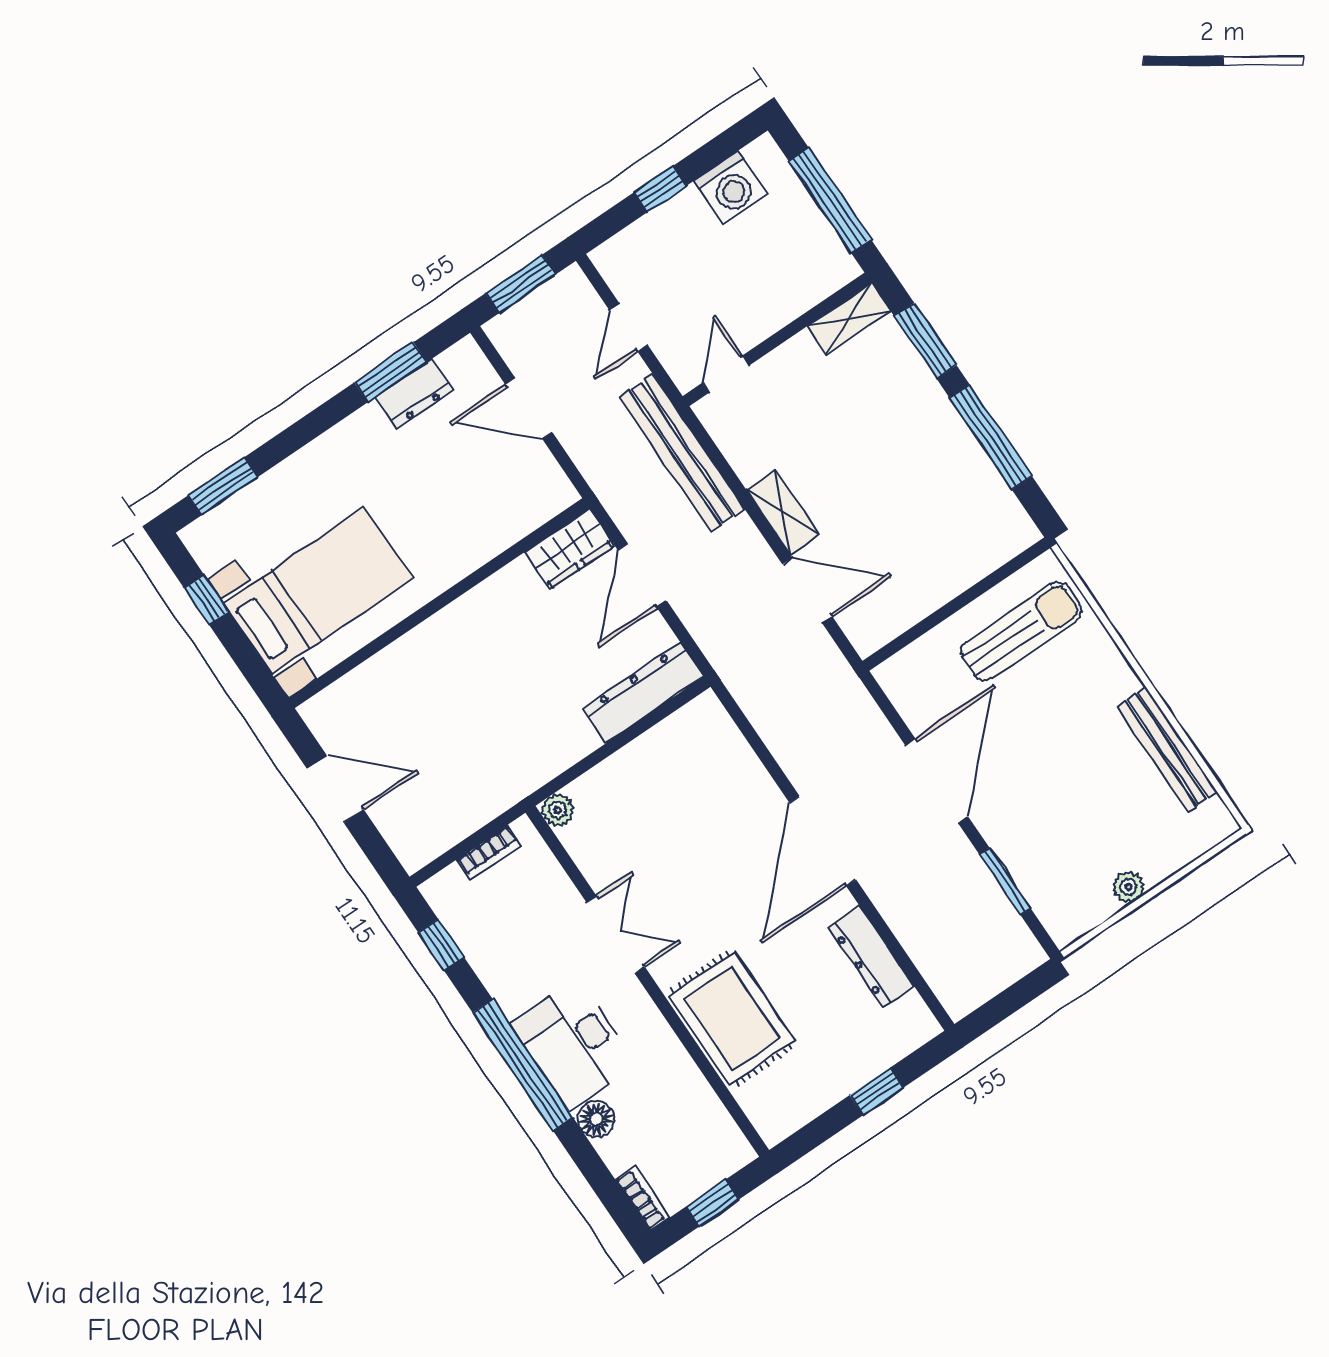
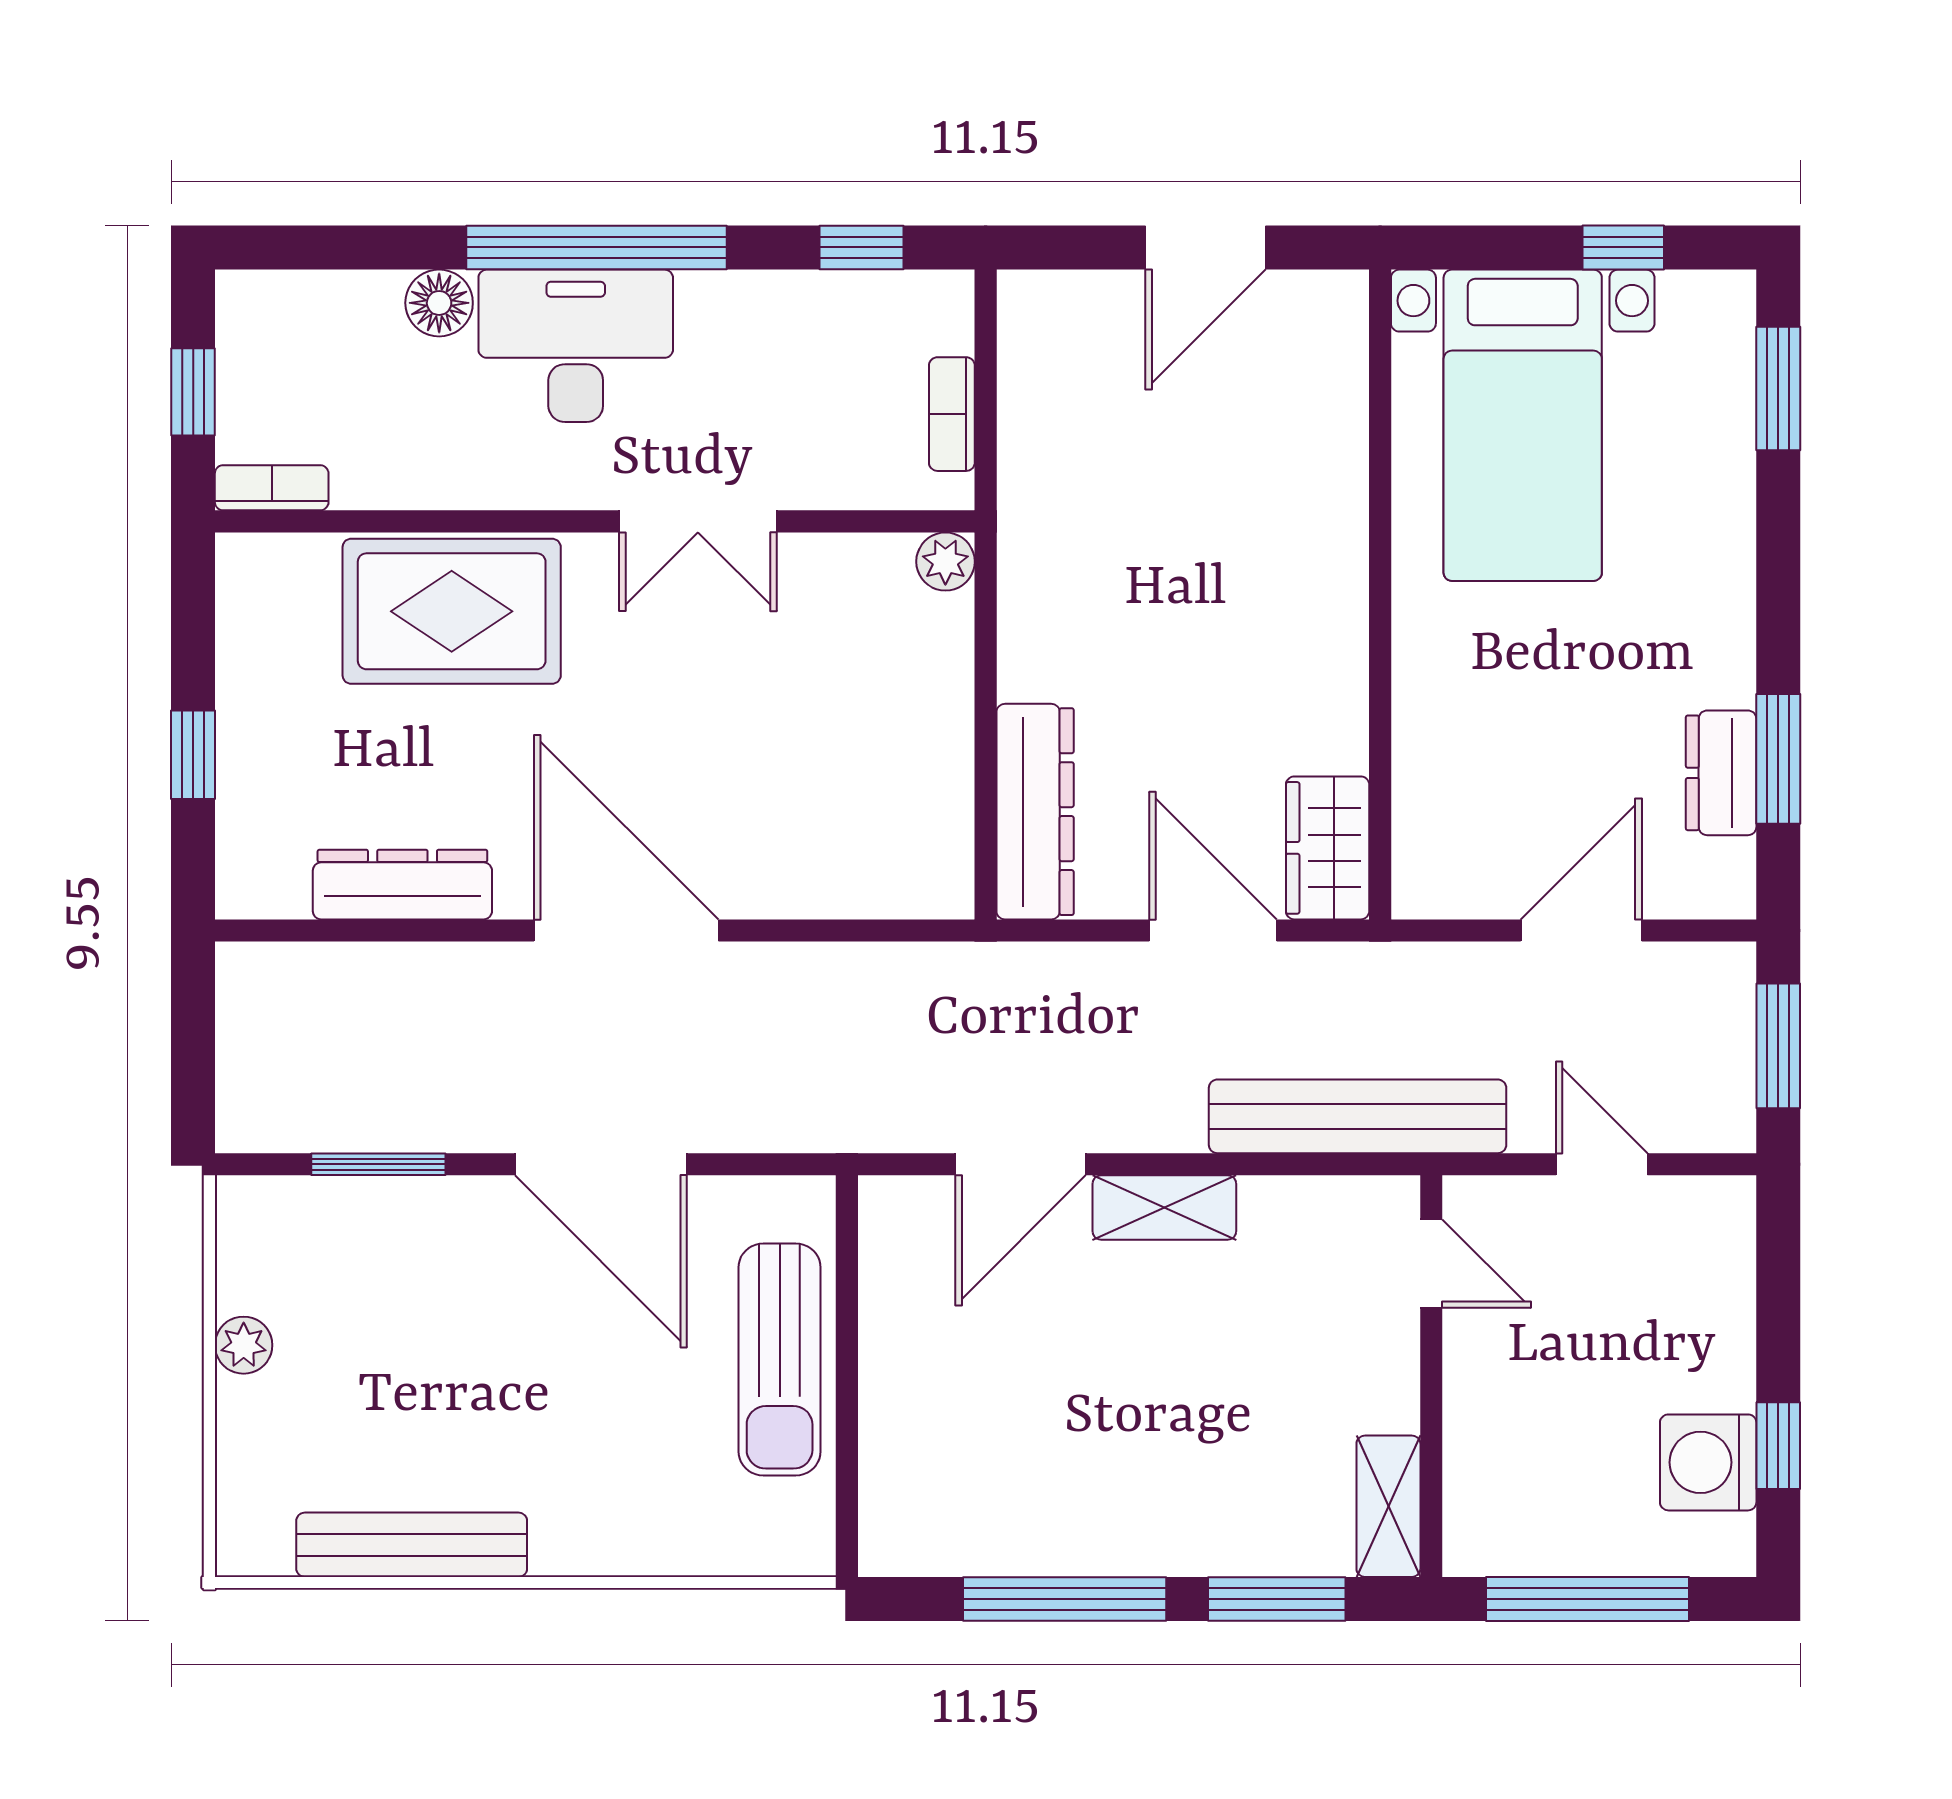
window: (660, 189) -> (1778, 1446), moved
sun lounger: (1021, 631) -> (780, 1359), moved
bookcase: (643, 1198) -> (272, 488), moved, turned 180

